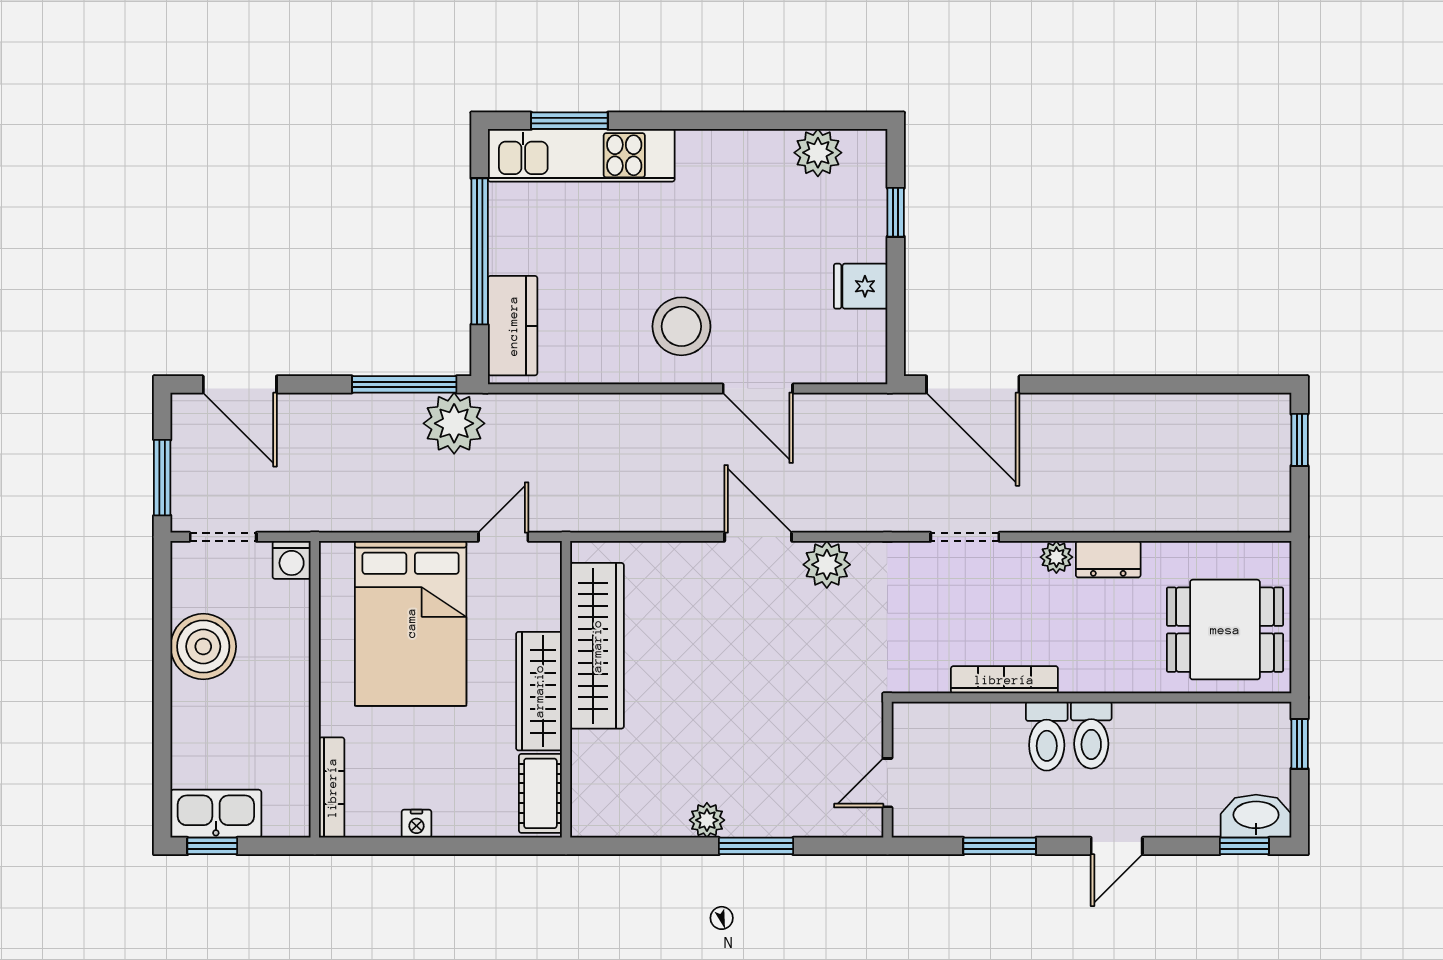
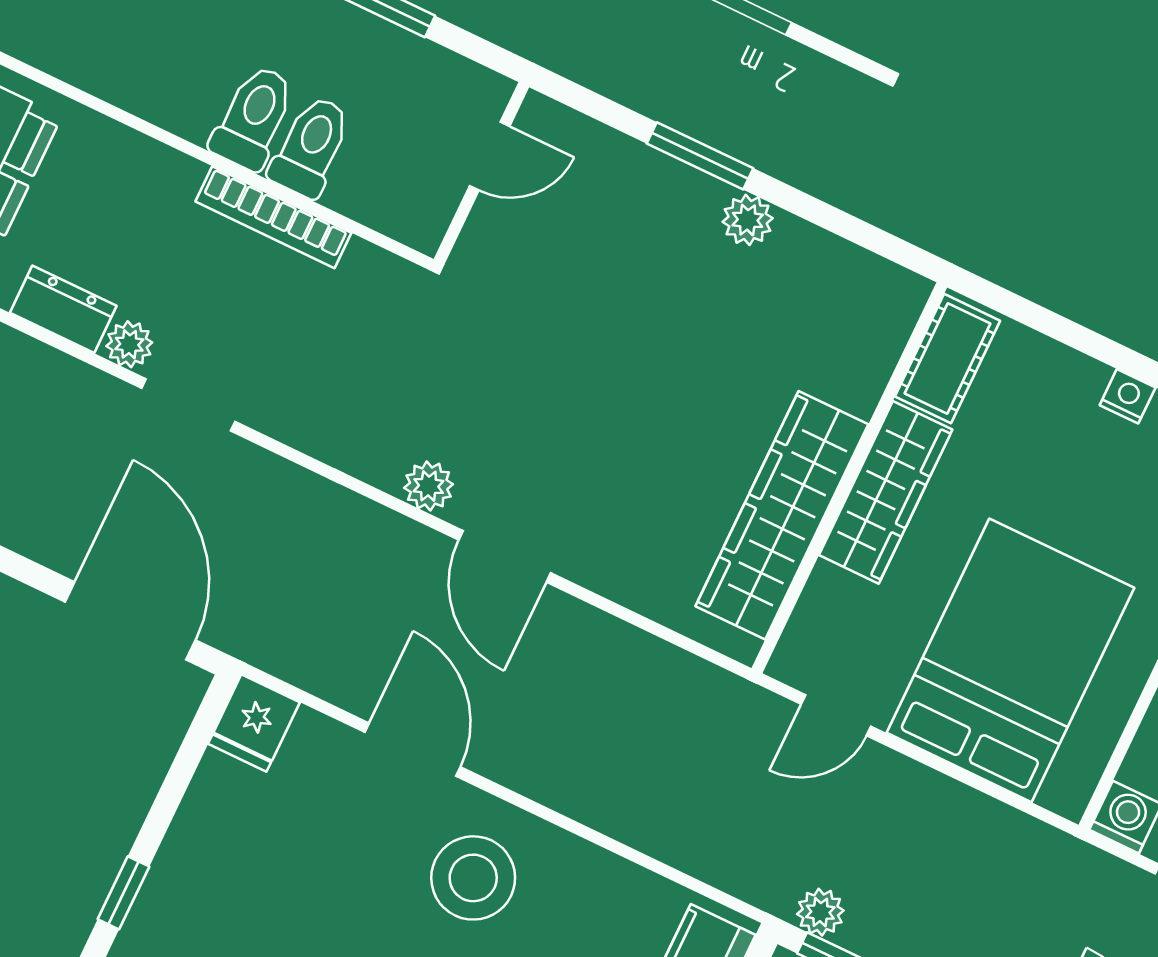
fridge: (861, 286) -> (254, 723), moved, turned 90
plant: (454, 423) -> (820, 912), width x0.53, depth x0.53
doorway: (965, 537) -> (188, 405), moved
plant: (827, 565) -> (429, 486), width x0.73, depth x0.73
toilet: (1091, 735) -> (311, 147), moved

